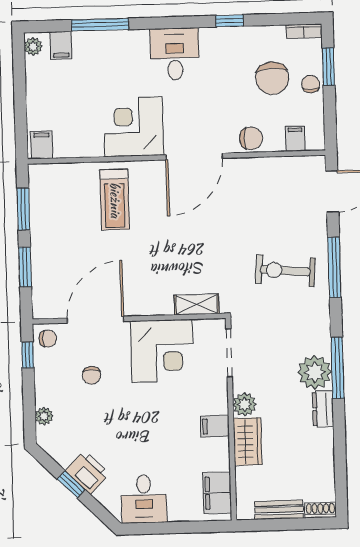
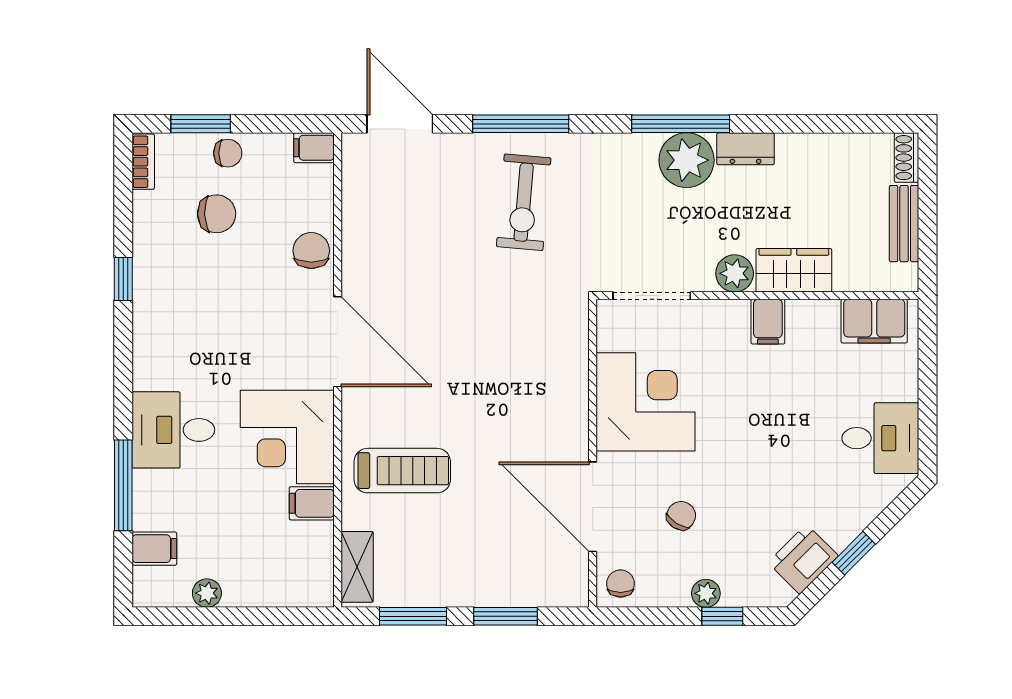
plant: (33, 47) -> (207, 593), moved
desk: (175, 54) -> (173, 430), moved
chair: (272, 78) -> (217, 214), width x0.73, depth x0.73
chair: (311, 84) -> (228, 153), turned 180
filing cabinet: (295, 139) -> (314, 148), moved
filing cabinet: (42, 145) -> (312, 503), moved
shelving: (197, 304) -> (357, 567), moved
window: (28, 355) -> (722, 616), moved
chair: (92, 375) -> (681, 516), turned -58
plant: (44, 416) -> (706, 593), moved
printer: (87, 472) -> (803, 559), moved

